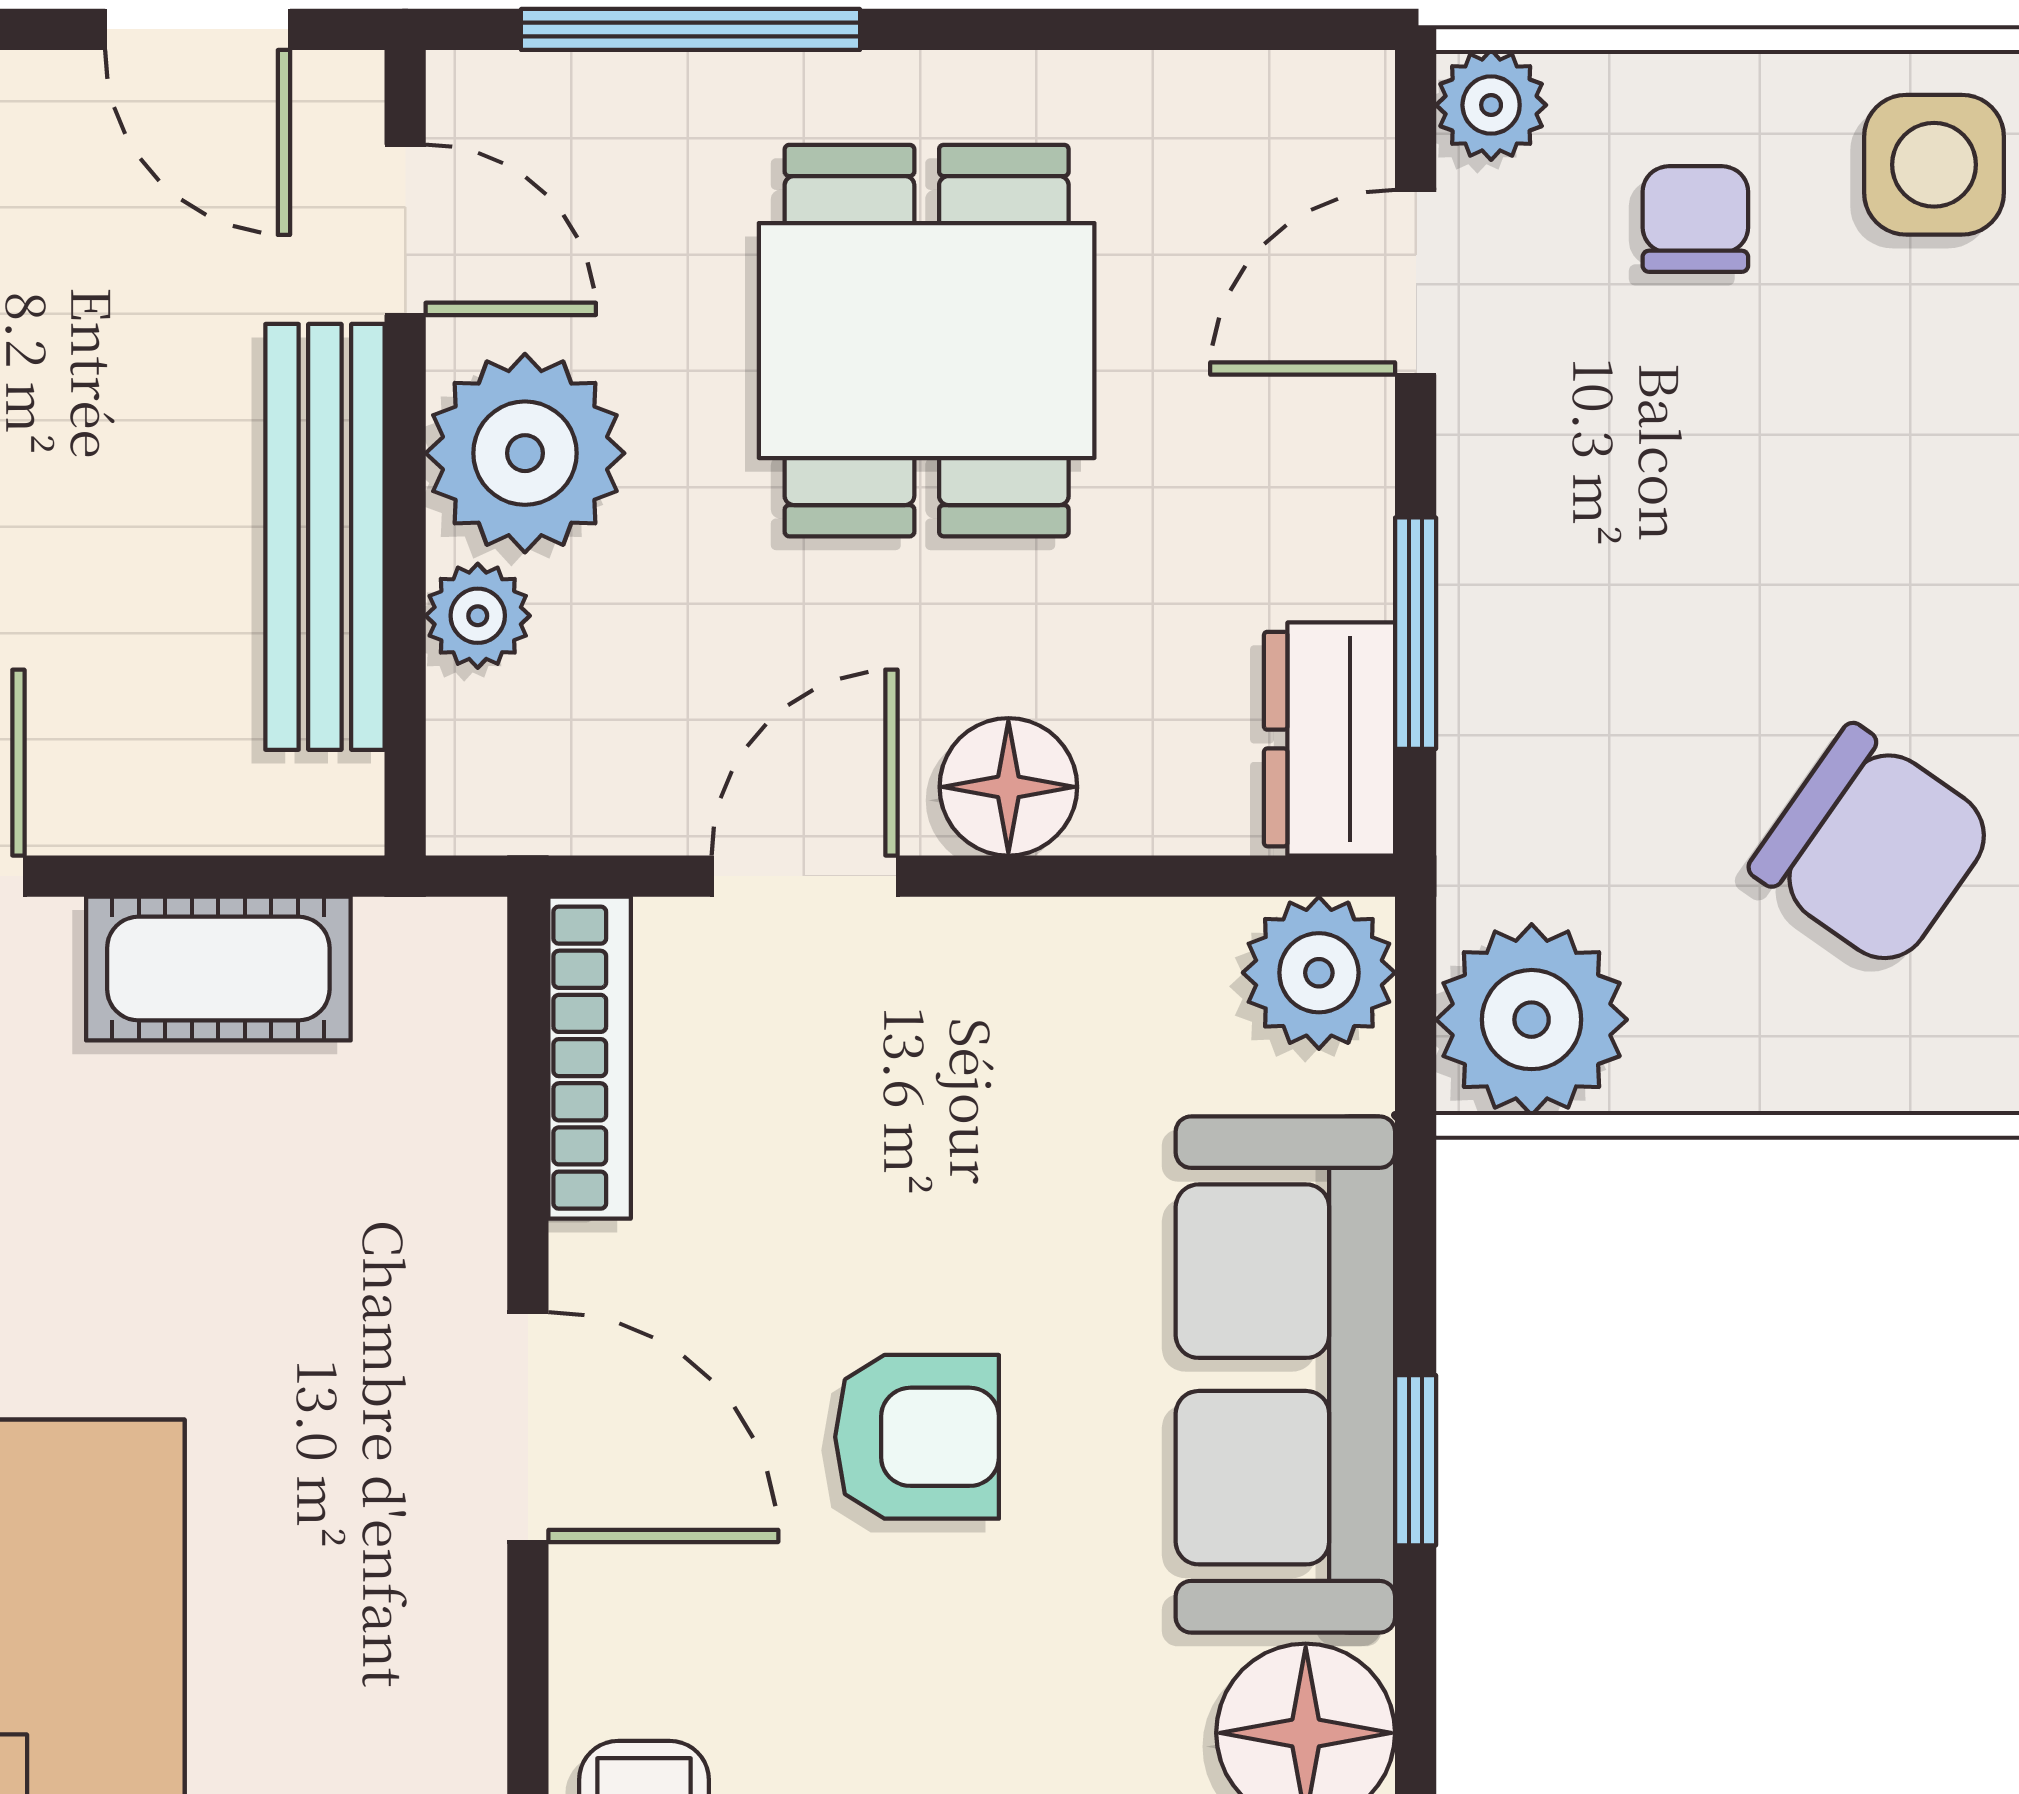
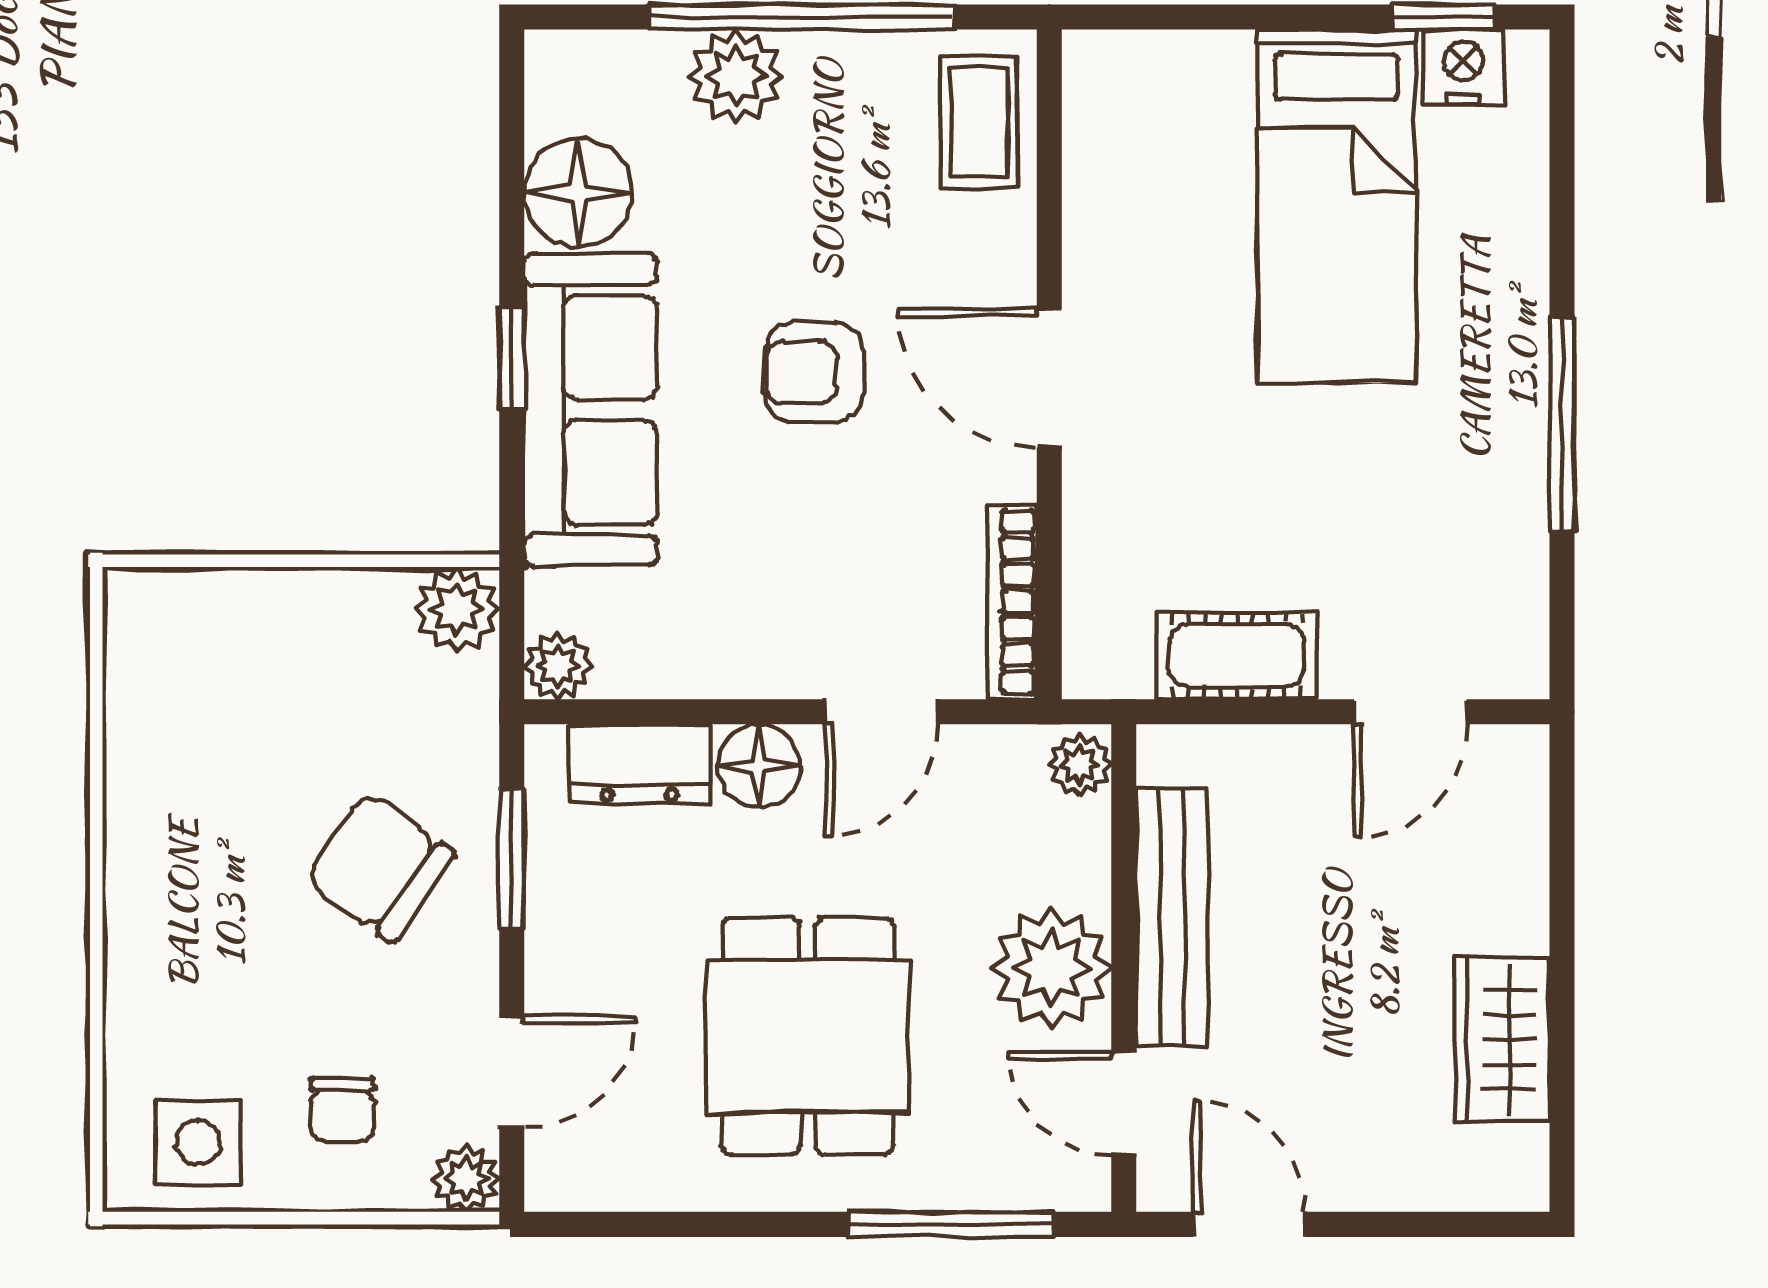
plant: (478, 616) -> (1080, 765), moved
dresser: (1329, 739) -> (639, 764), moved, turned 90
chair: (1873, 847) -> (379, 867), moved
plant: (1319, 973) -> (558, 666), width x0.73, depth x0.73
plant: (1532, 1020) -> (457, 609), width x0.73, depth x0.73

